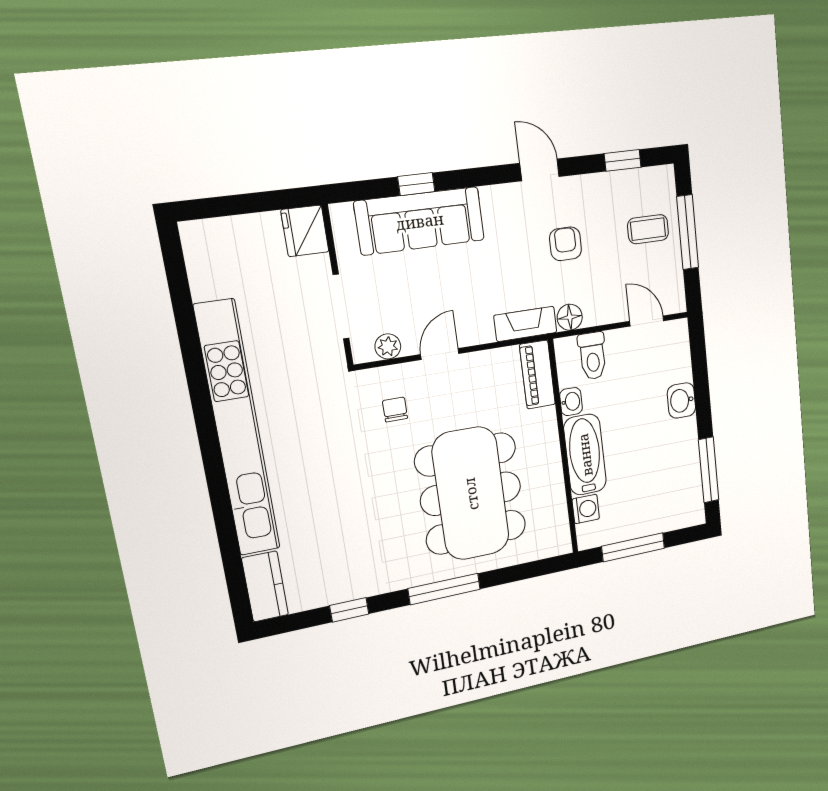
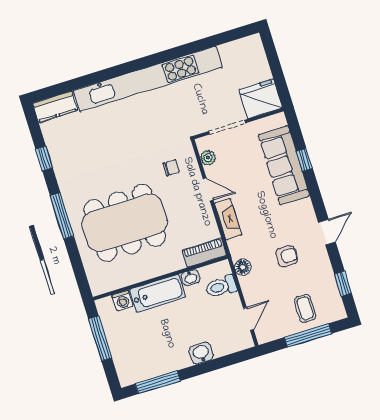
fridge: (305, 231) -> (261, 99), width x1.36, depth x1.34
fireplace: (525, 324) -> (228, 219), moved

